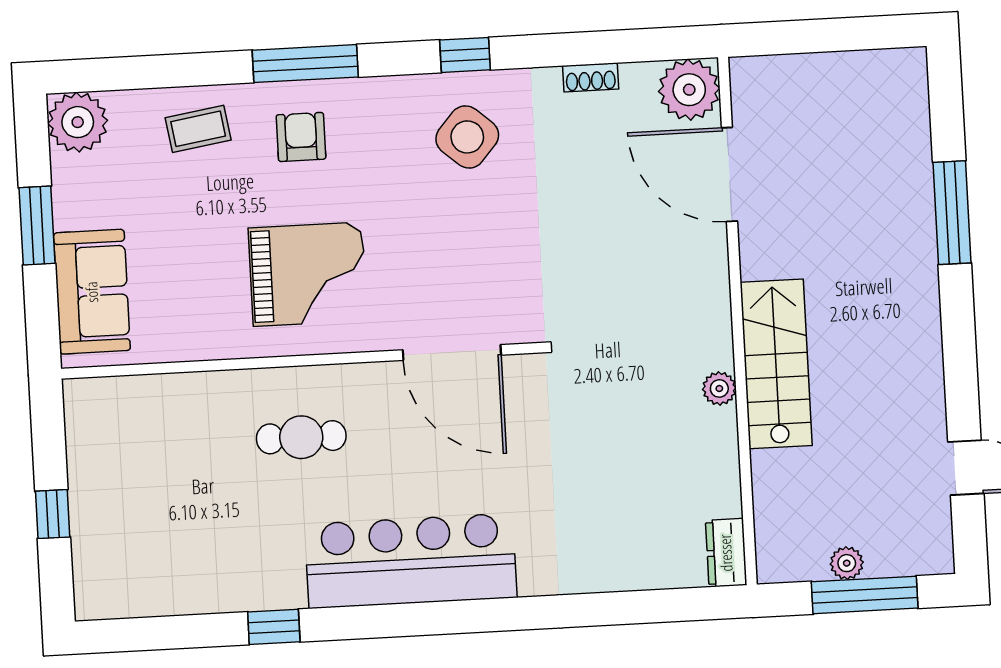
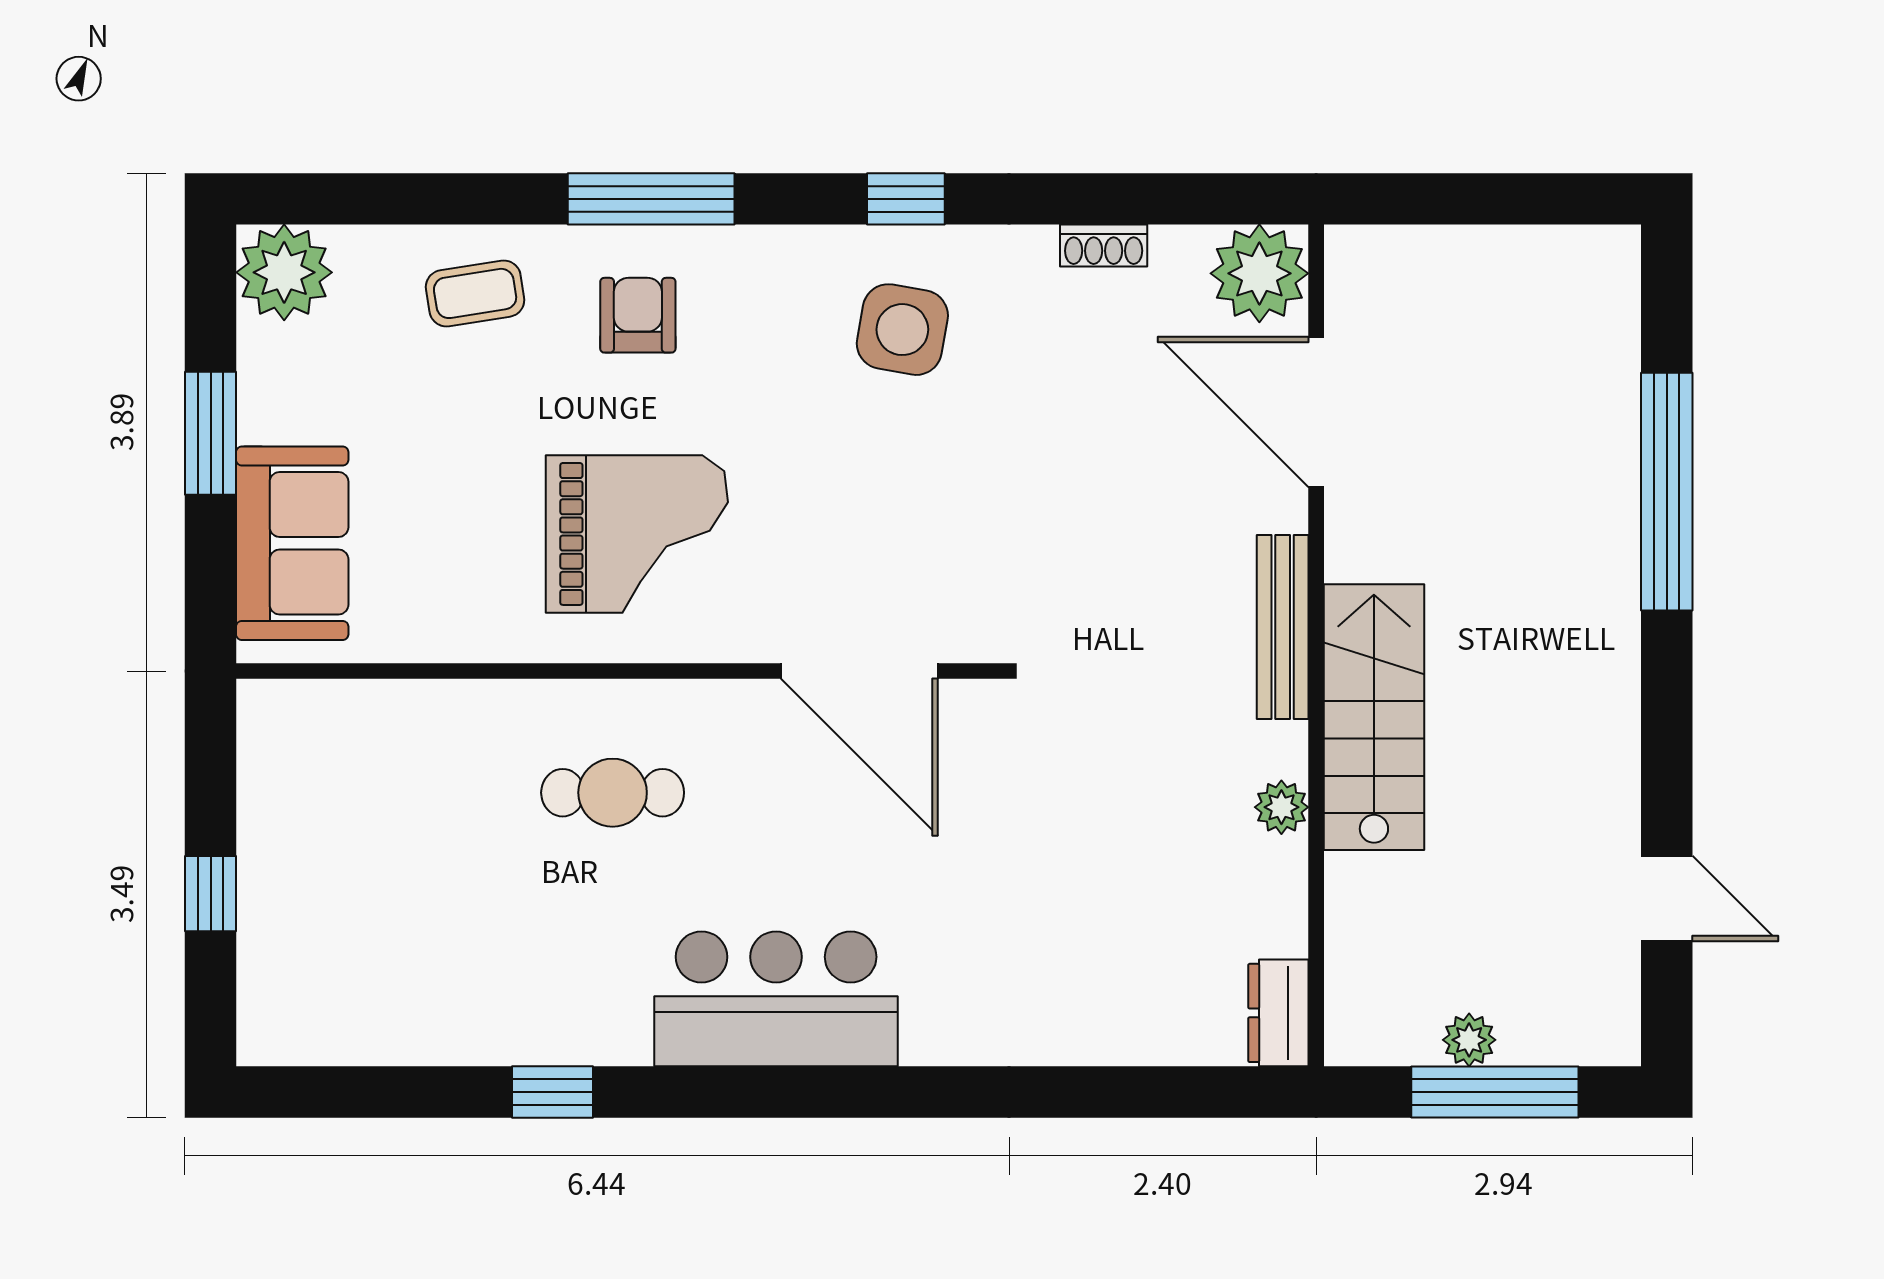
side table: (467, 137) -> (902, 330), turned -31
window: (952, 213) -> (1667, 492), width x1.46
bench: (716, 311) -> (1283, 627), added
plant: (719, 388) -> (1281, 807), moved
bar counter: (411, 561) -> (776, 999), width x0.73

